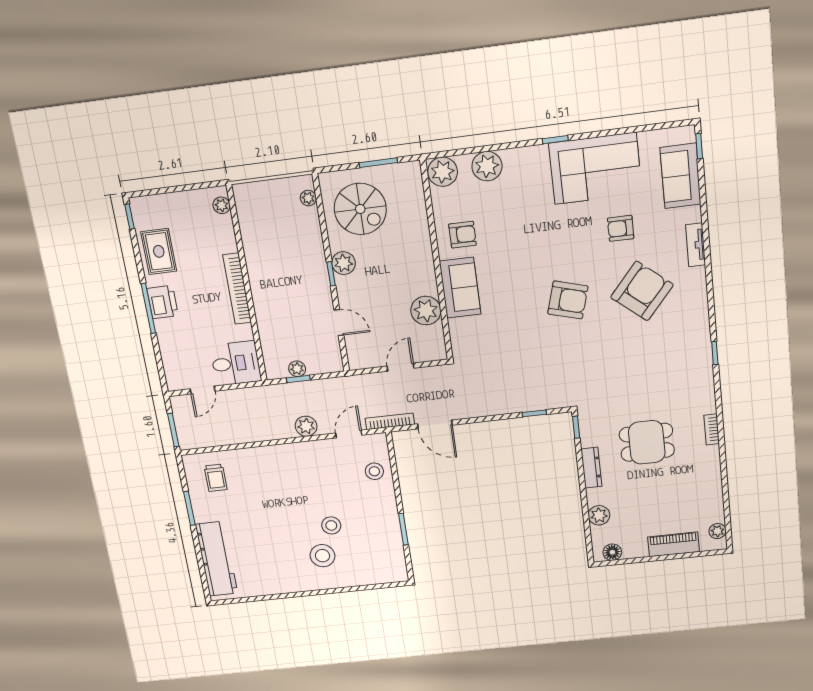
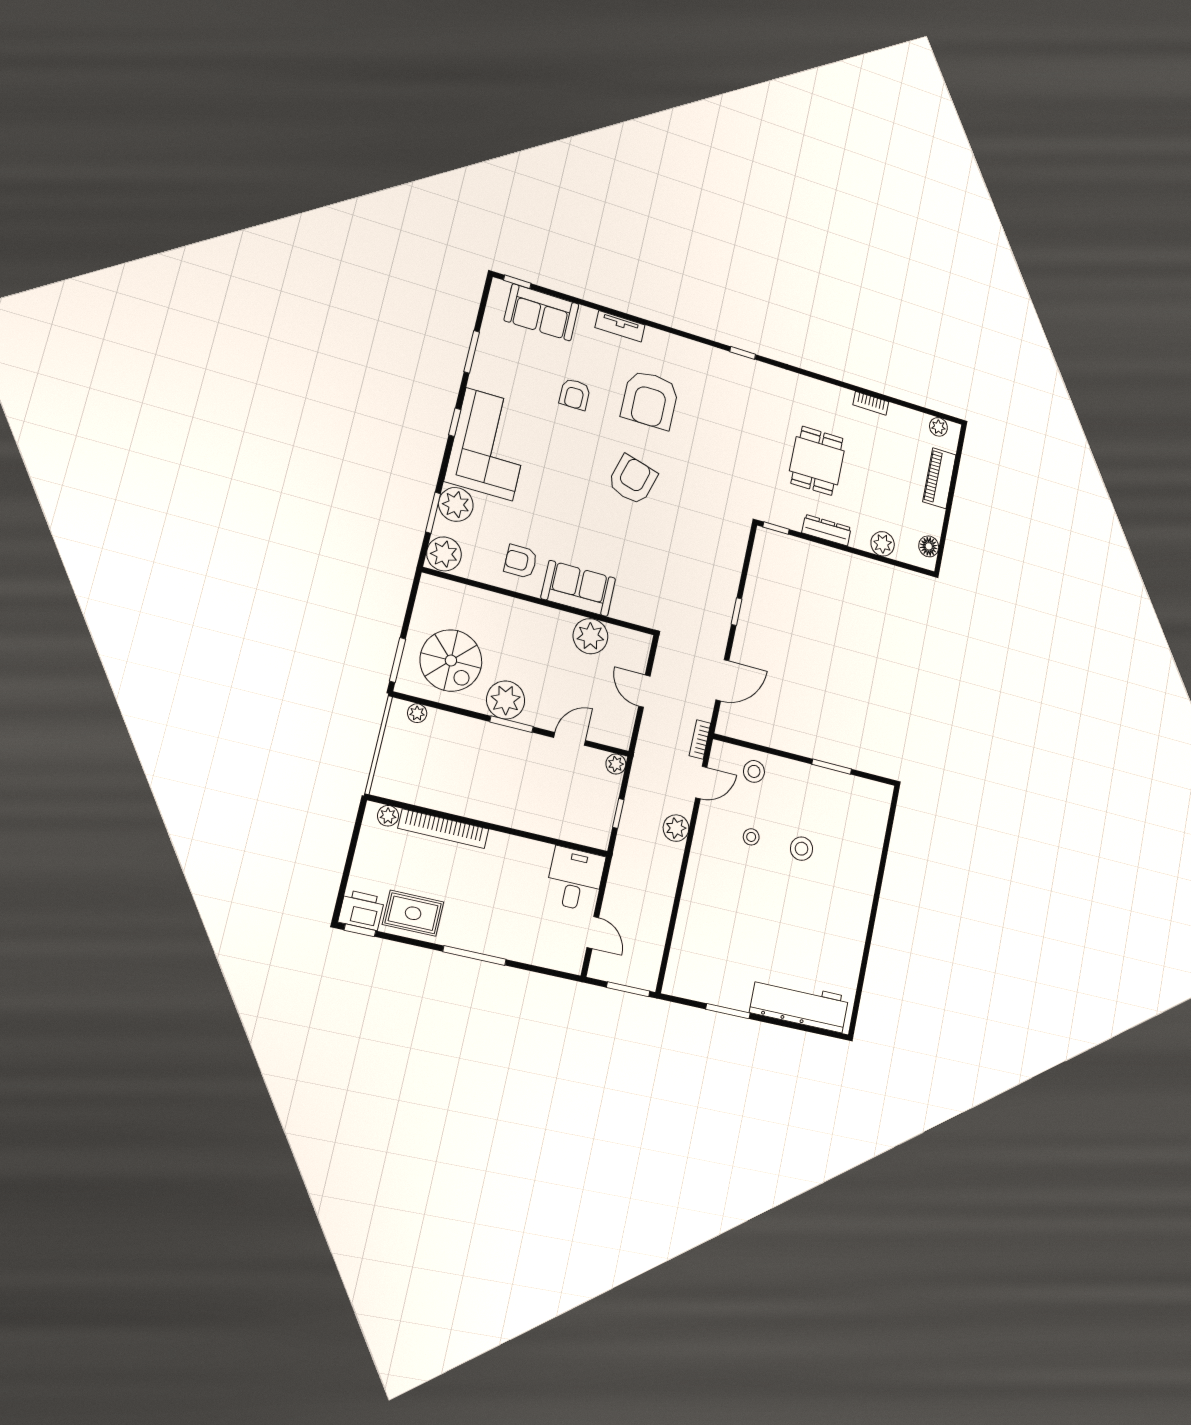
window: (621, 131) -> (472, 352), added
window: (472, 150) -> (433, 513), added
window: (378, 163) -> (398, 660), moved
corner sofa: (595, 168) -> (489, 444), moved
spiral stairs: (360, 209) -> (451, 660), turned 90
armchair: (462, 235) -> (521, 561), turned -90
plant: (344, 263) -> (506, 700), width x1.36, depth x1.36
window: (331, 274) -> (512, 724), width x1.50
bookcase: (237, 289) -> (443, 829), moved
armchair: (642, 291) -> (650, 400), turned -130
printer: (163, 302) -> (361, 910), moved
plant: (297, 369) -> (616, 764), moved
window: (534, 413) -> (736, 612), moved
bookcase: (390, 421) -> (700, 740), width x0.64
bookcase: (712, 429) -> (871, 403), moved
door: (349, 434) -> (701, 783), swing flipped
trolley: (216, 478) -> (702, 963), removed
stool: (322, 556) -> (751, 837), moved, width x0.53, depth x0.53

